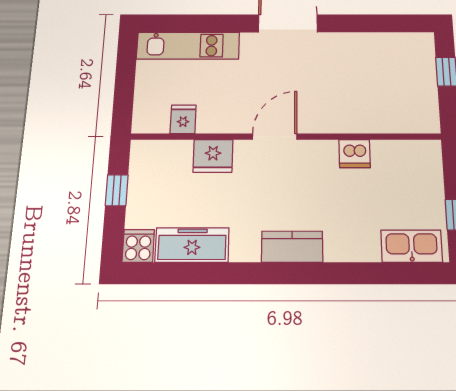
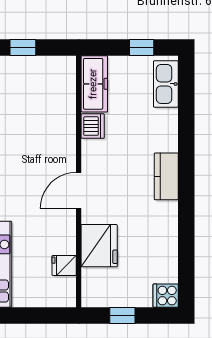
door: (275, 137) -> (79, 190), hinge flipped
fridge: (213, 156) -> (99, 246), width x1.36, depth x1.34
freezer: (192, 245) -> (94, 84), moved, turned 180

